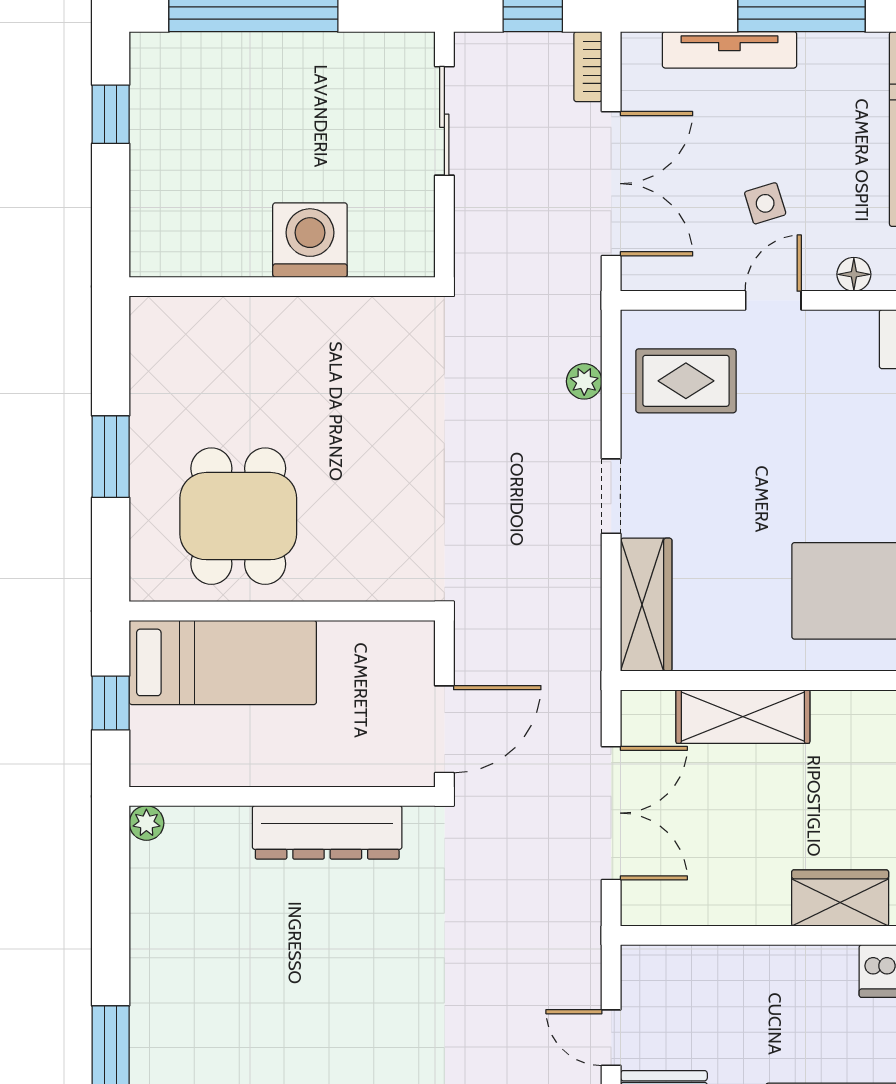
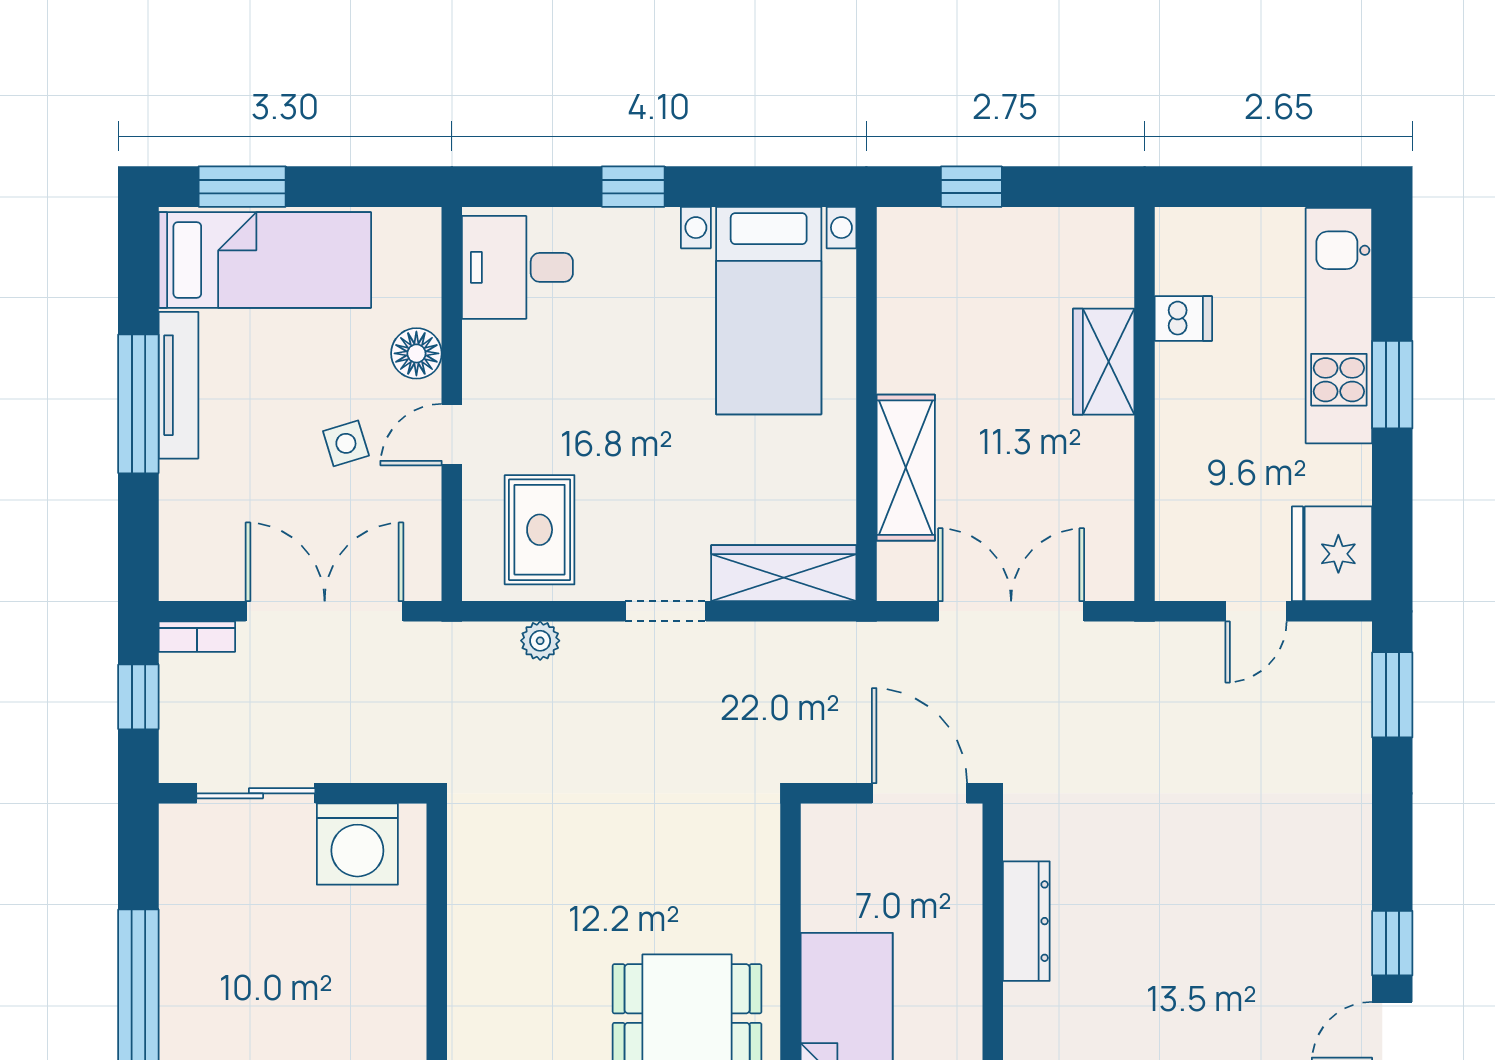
tv unit: (729, 50) -> (178, 385), moved
washing machine: (310, 240) -> (357, 844), moved, turned -90
floor lamp: (854, 274) -> (416, 353), width x1.37, depth x1.37
door: (773, 300) -> (452, 435), hinge flipped
dresser: (327, 832) -> (1026, 921), width x0.73, depth x0.80

